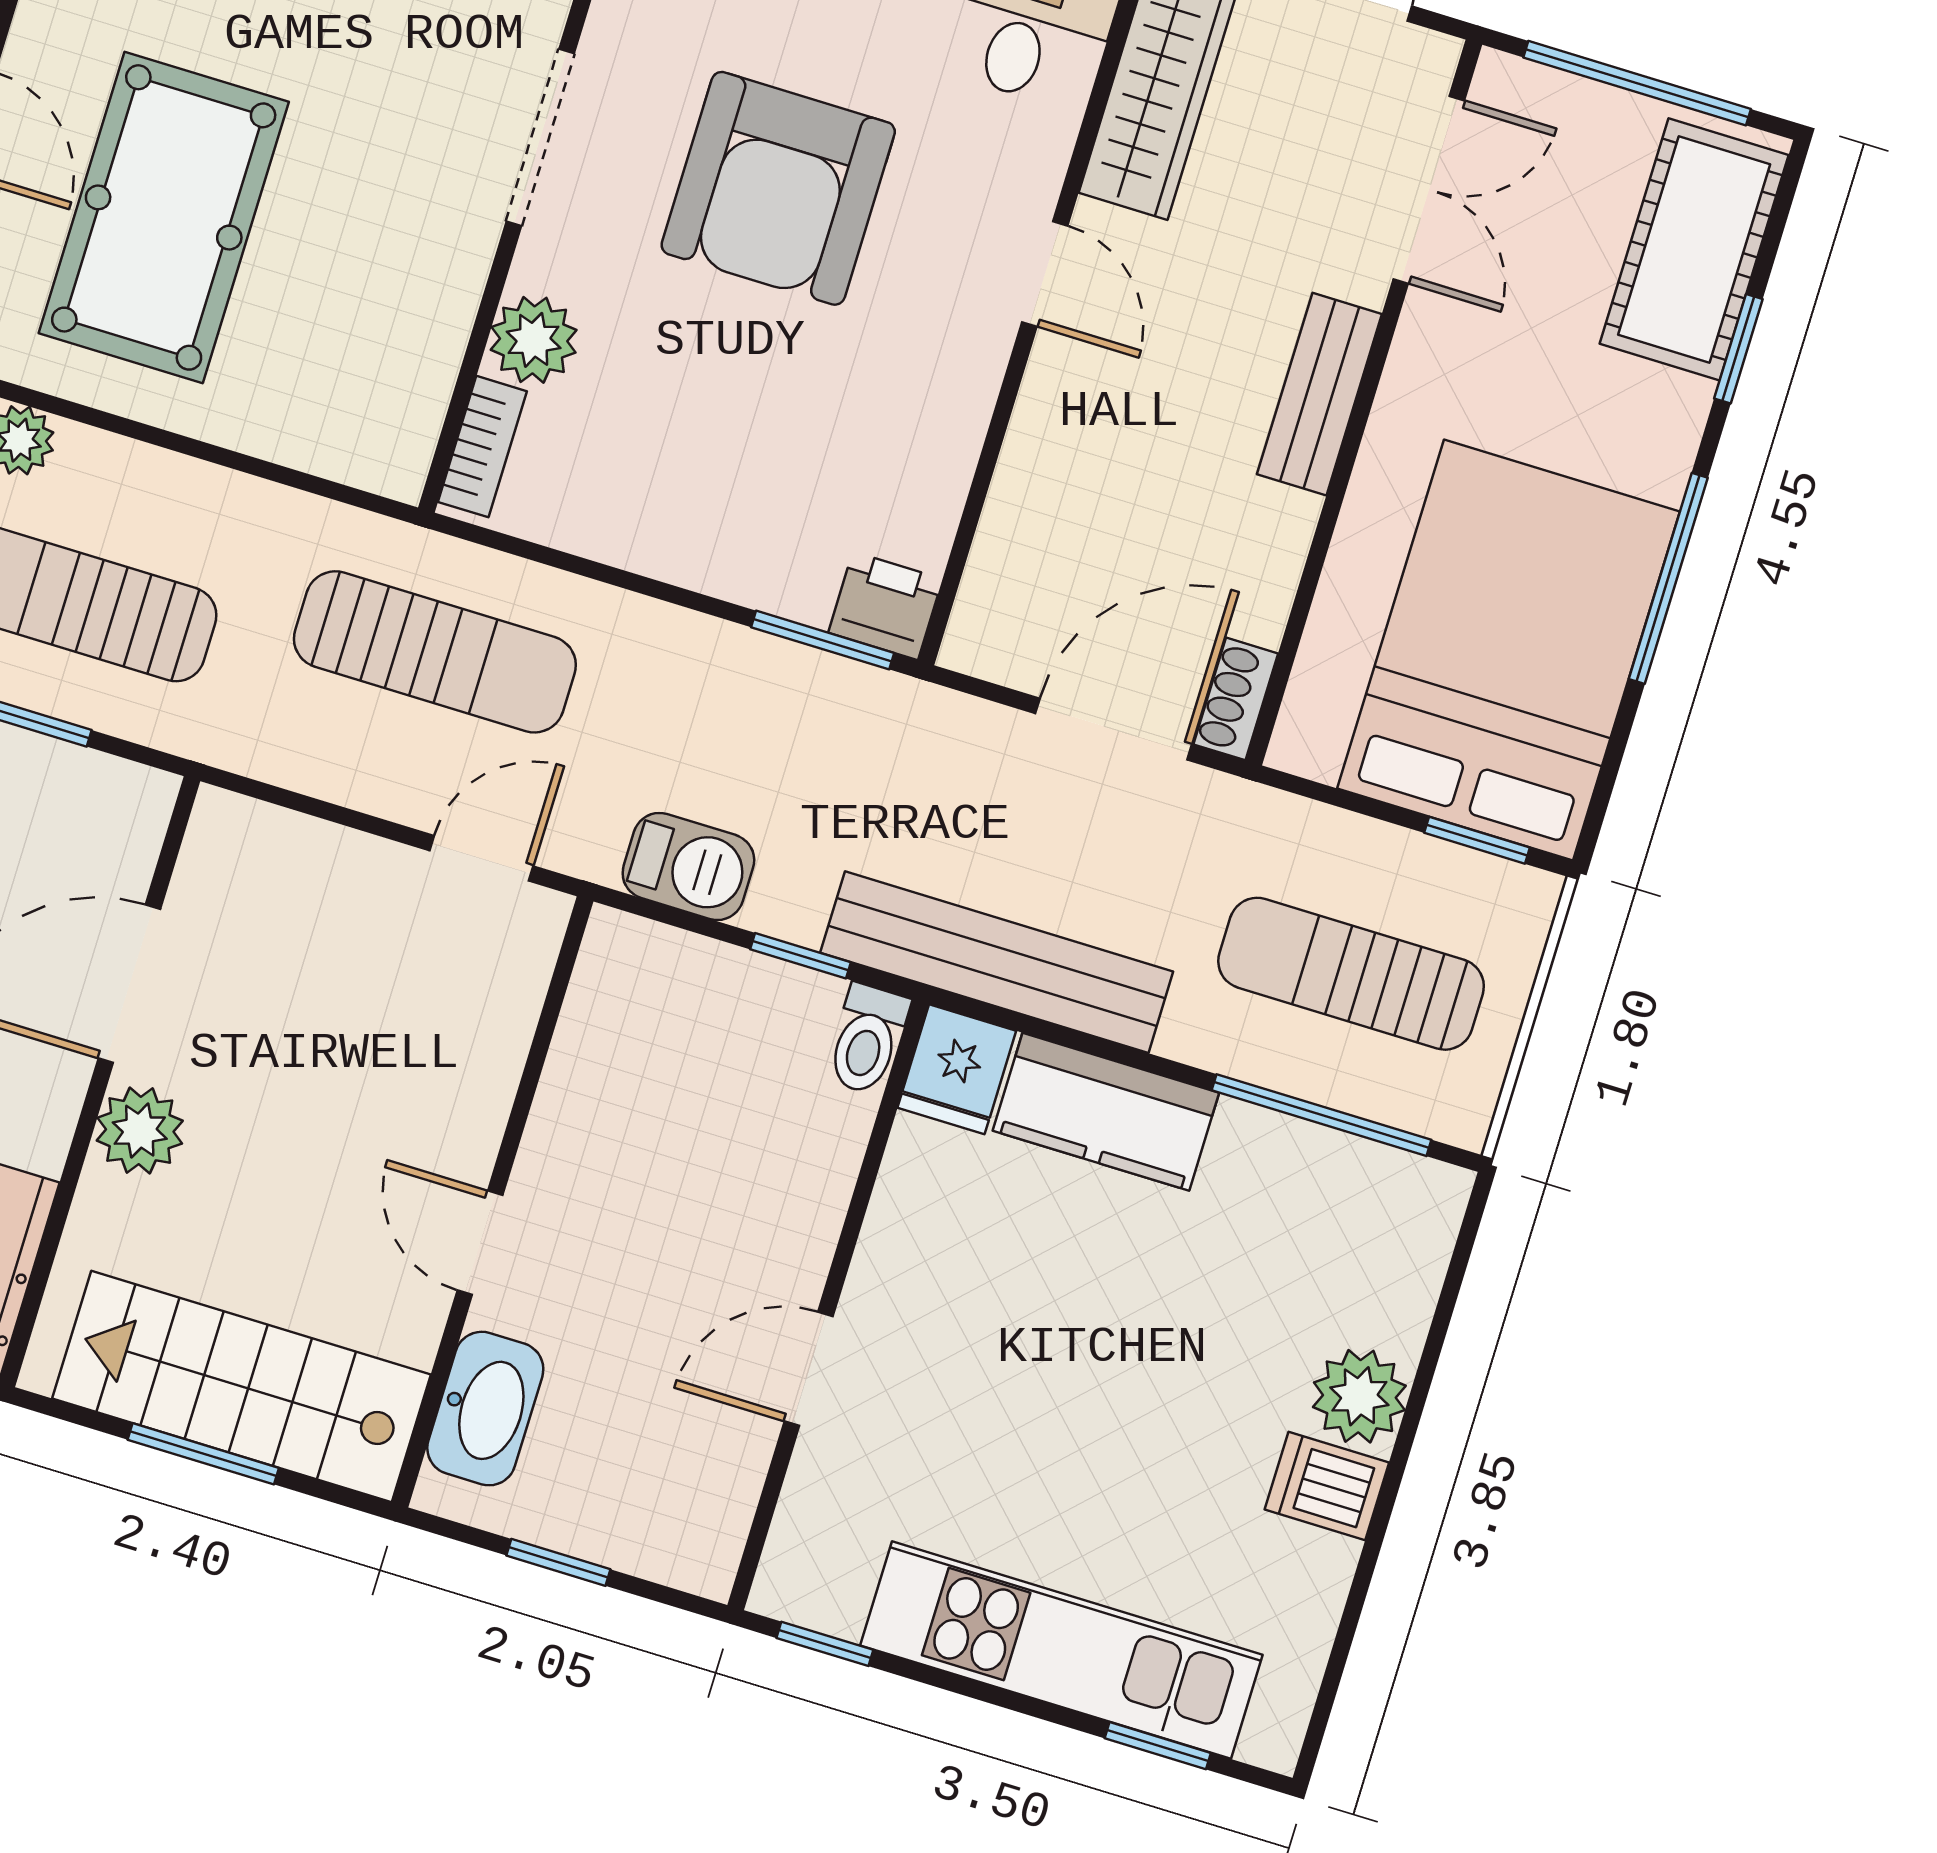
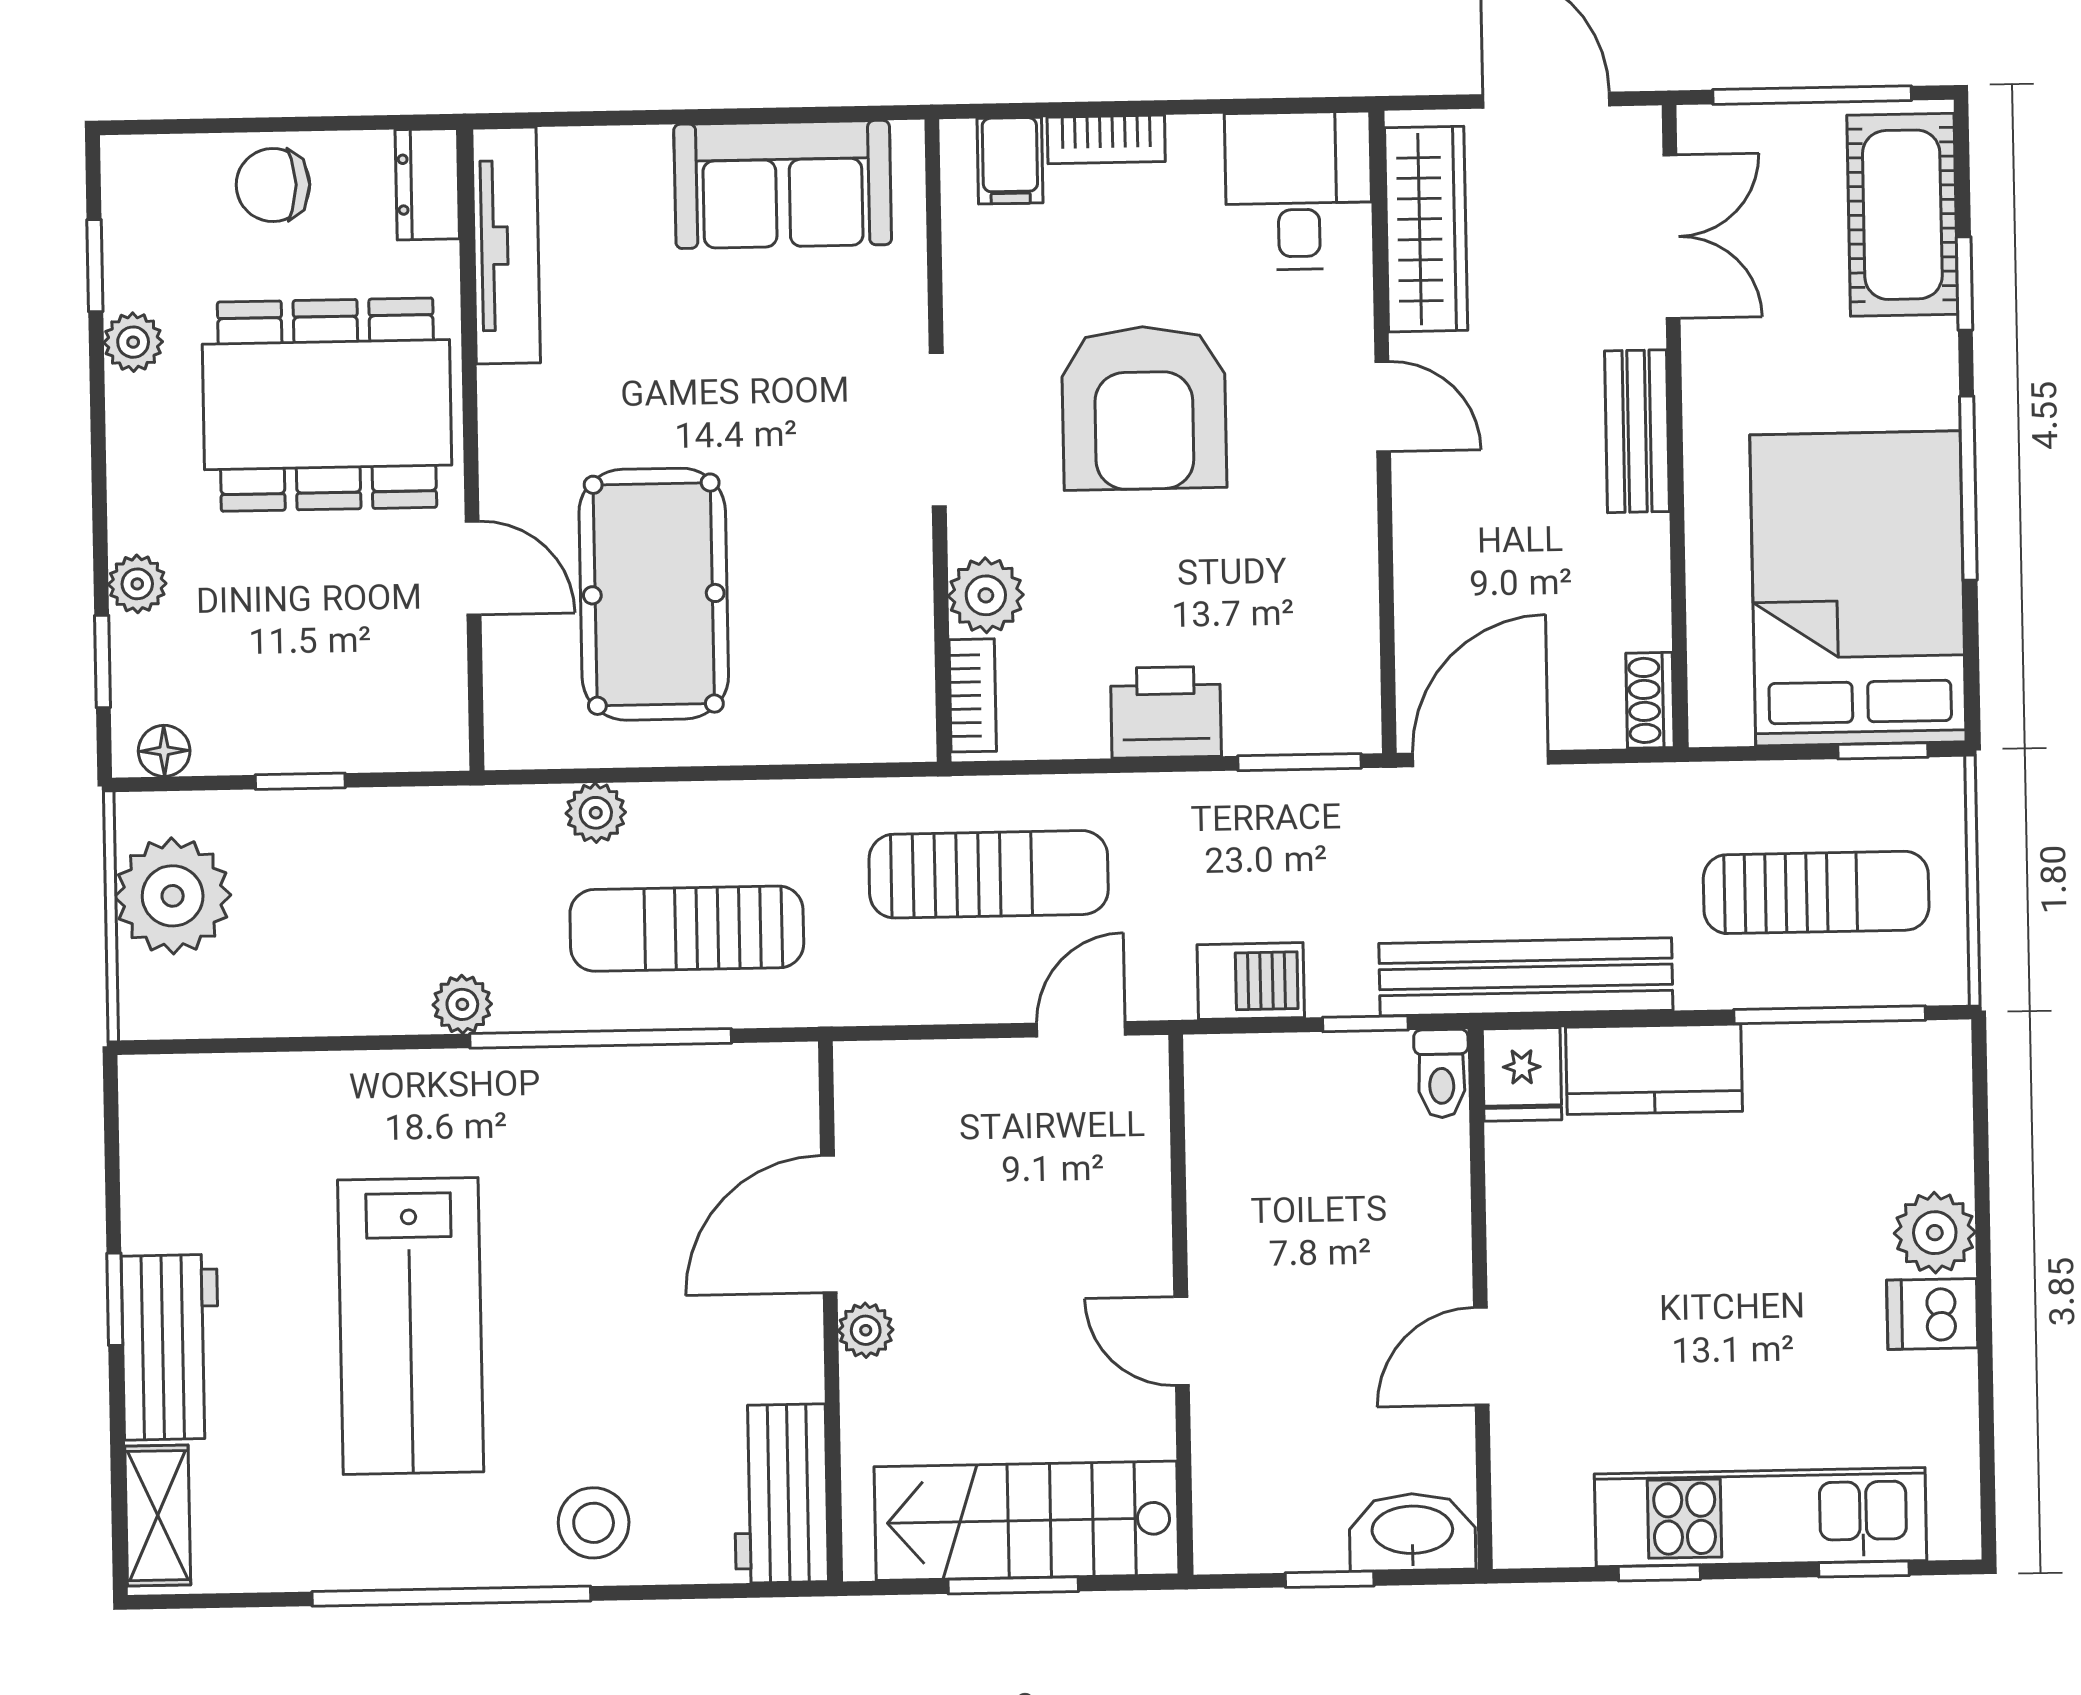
printer: (885, 606) -> (1166, 712), moved, width x1.36, depth x1.24
door: (1114, 729) -> (1480, 759), moved
sun lounger: (1351, 974) -> (1816, 892), turned 180
plant: (140, 1131) -> (866, 1330), width x0.73, depth x0.73
washbasin: (485, 1409) -> (1412, 1532), moved, turned -90
window: (825, 1644) -> (1659, 1573), moved

